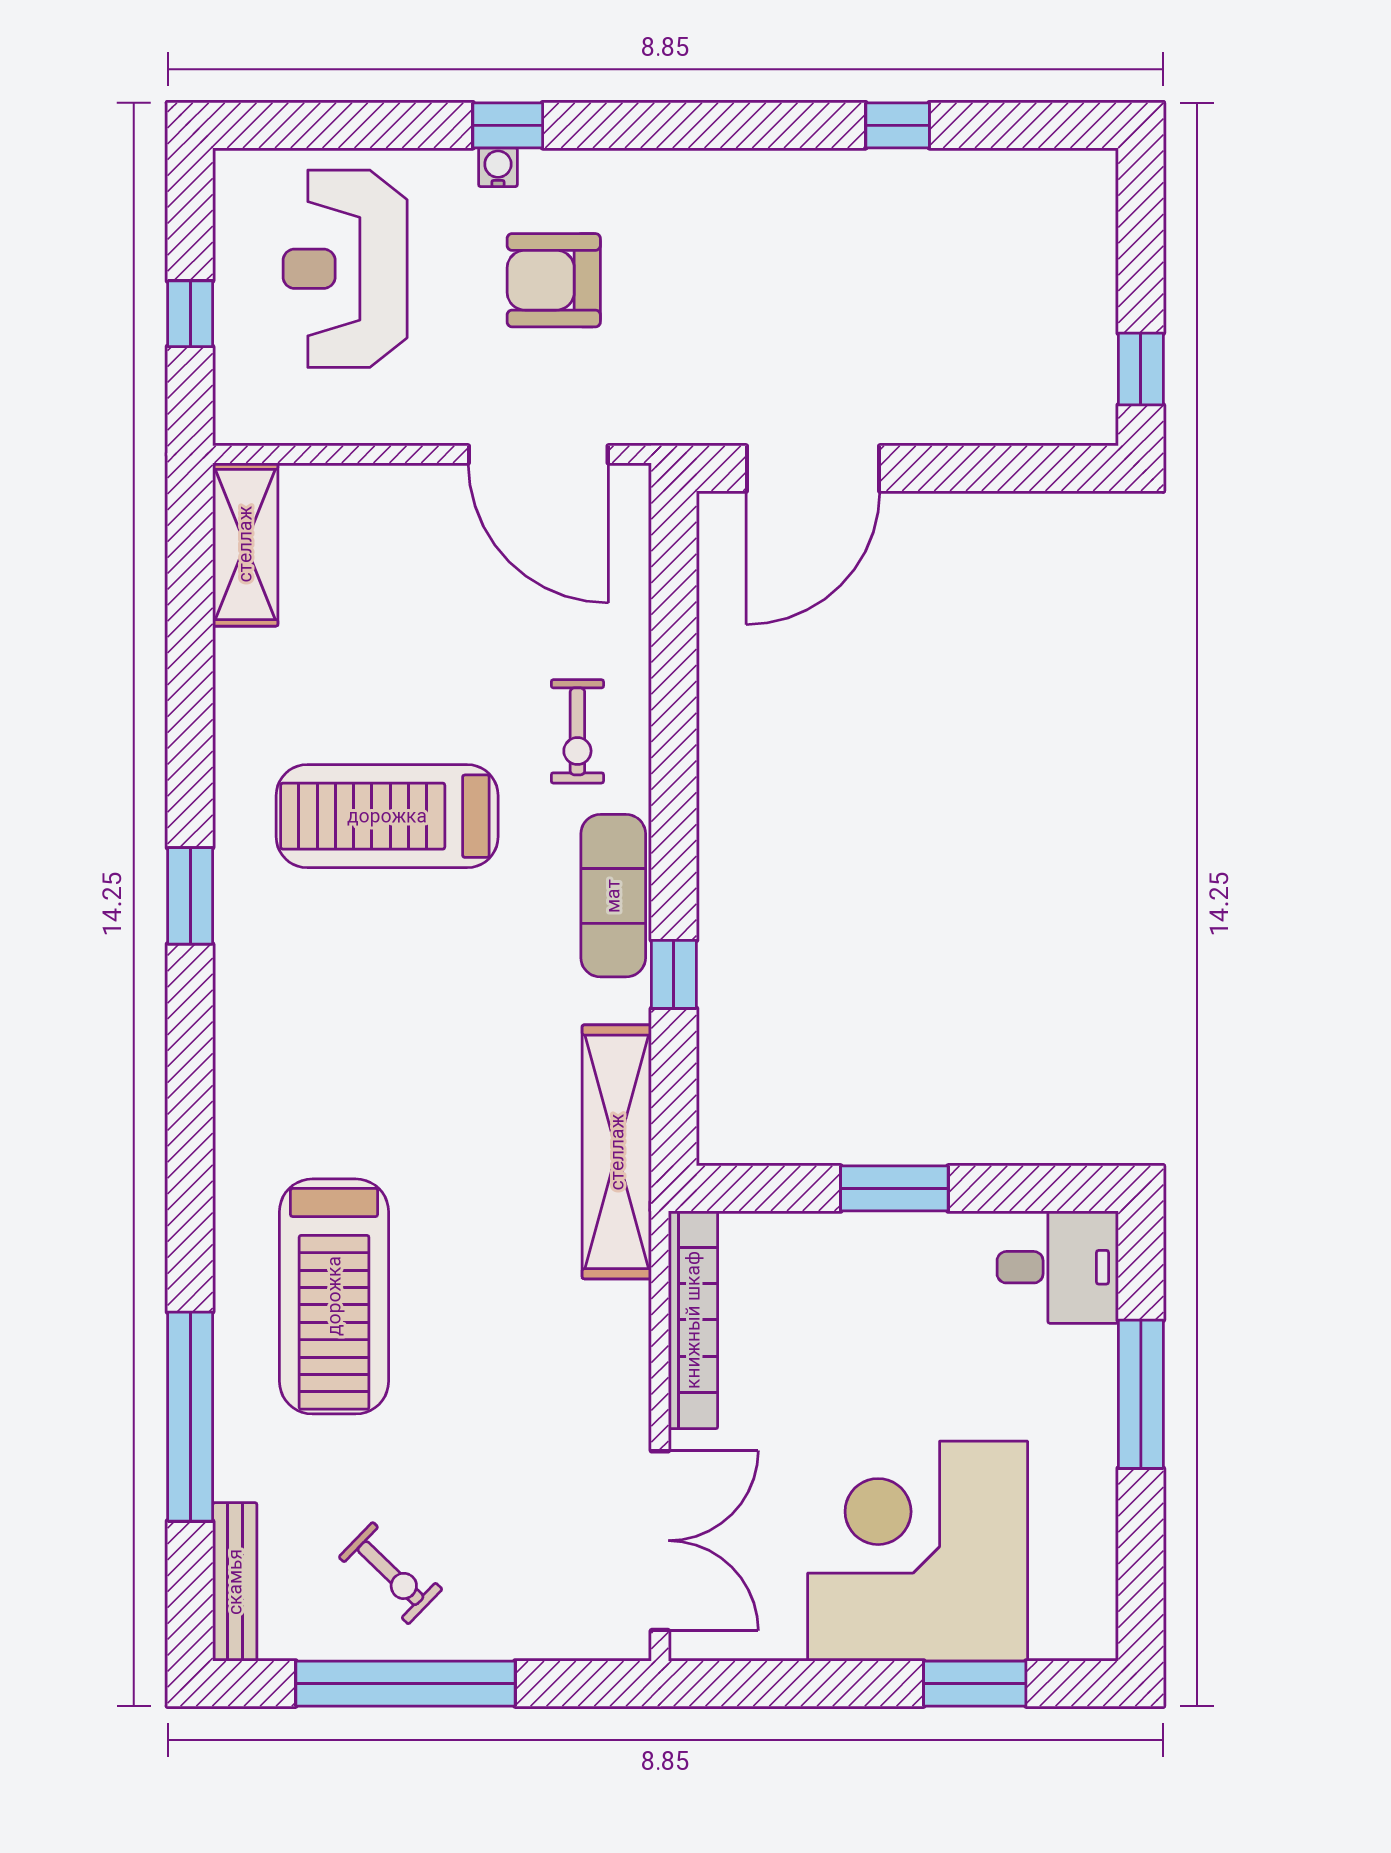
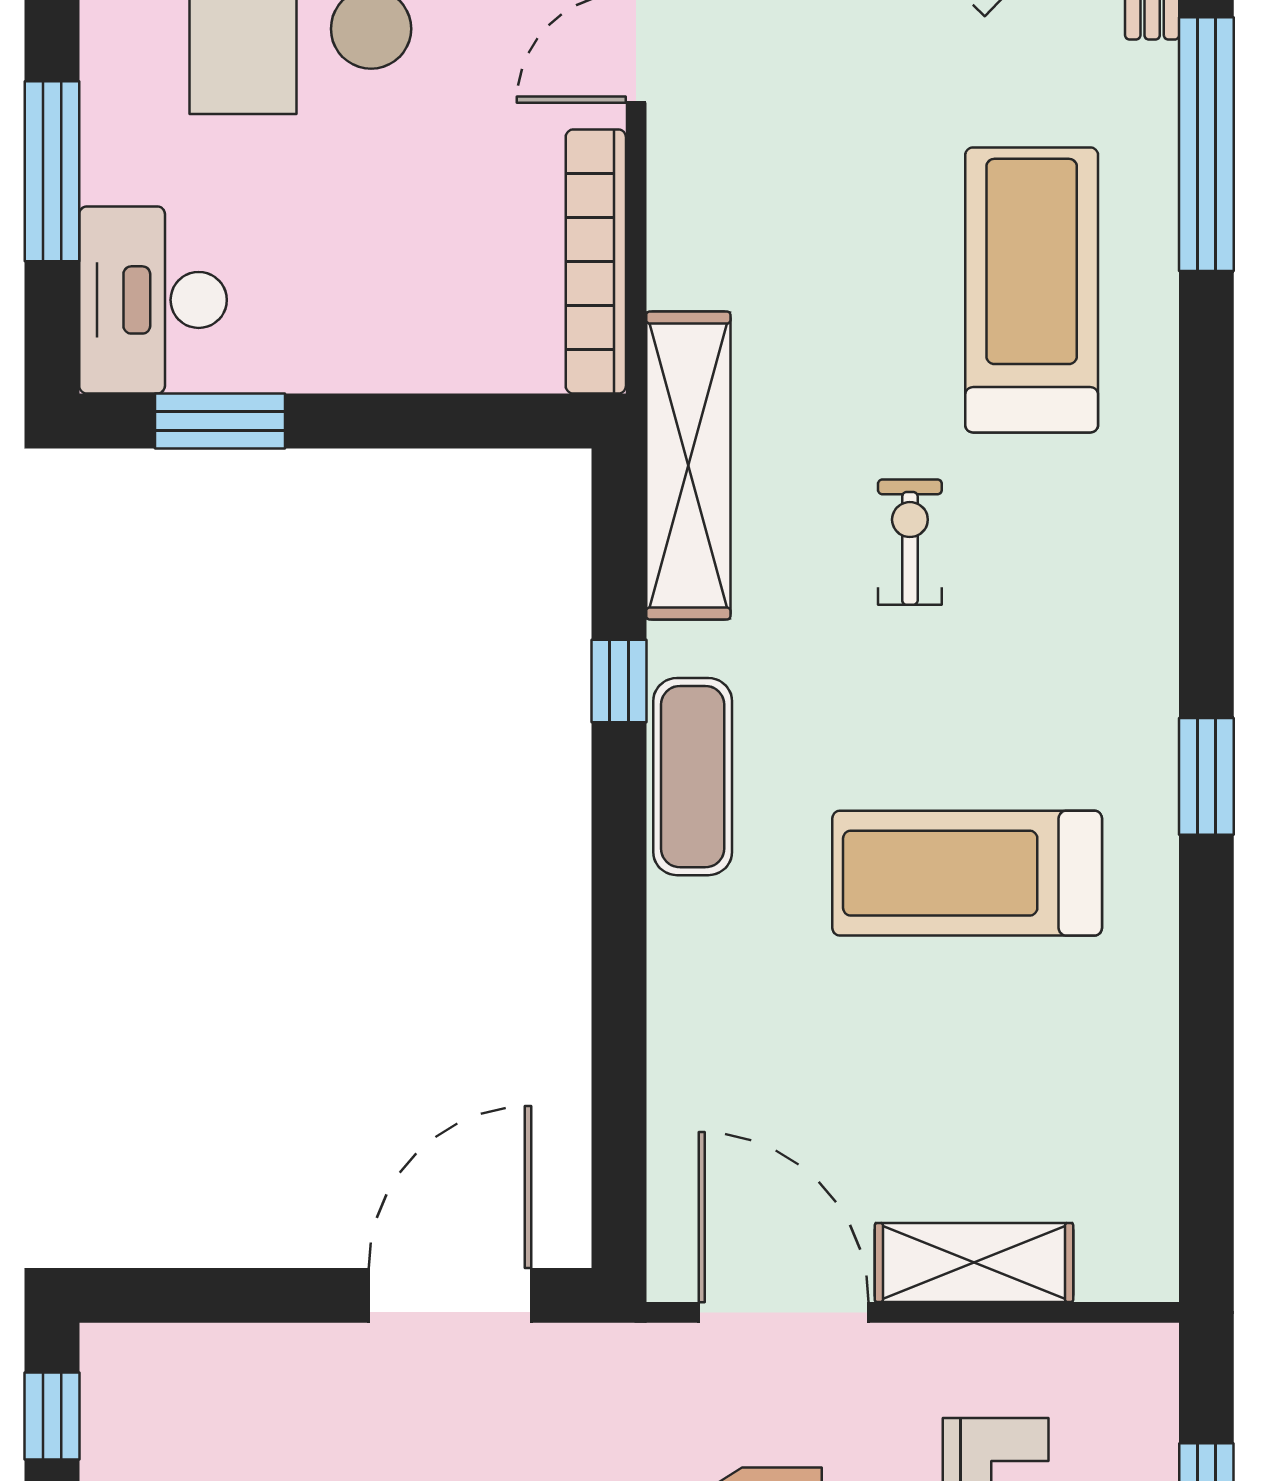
shelving: (245, 544) -> (974, 1263), moved, turned 90
exercise bike: (577, 731) -> (910, 542), moved
treadmill: (387, 816) -> (967, 873), turned 180
window: (894, 1188) -> (220, 421), moved
desk: (1058, 1267) -> (153, 300), width x1.37

